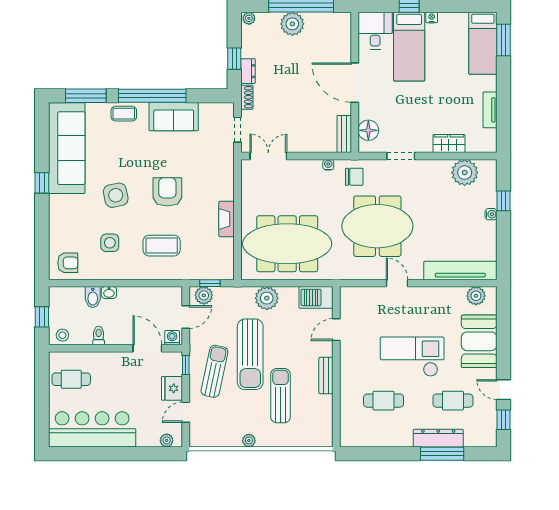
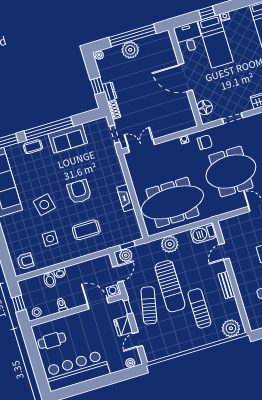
bench: (344, 134) -> (189, 115), removed
plant: (249, 440) -> (231, 328), moved, width x1.88, depth x1.88

